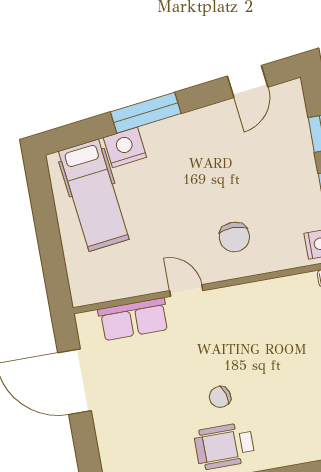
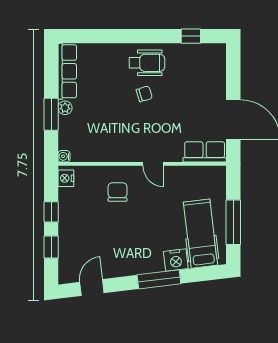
window: (46, 222) -> (233, 222), added
row of seats: (134, 319) -> (205, 152), moved

